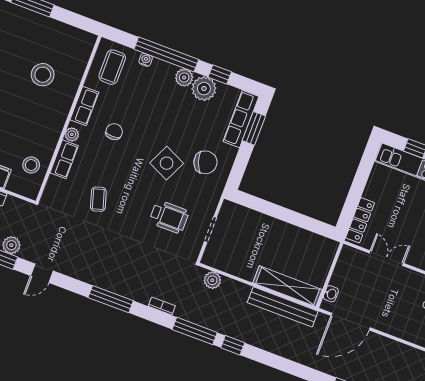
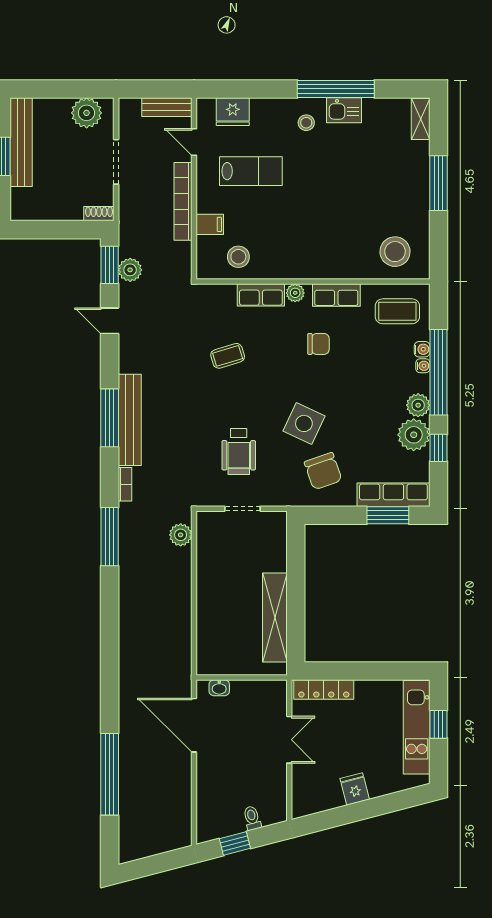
water cooler: (158, 64) -> (423, 366), added
stool: (43, 75) -> (395, 252), moved
shelving: (288, 286) -> (275, 618), moved
bench: (283, 307) -> (130, 420), moved
window: (233, 345) -> (110, 590), removed

